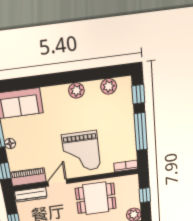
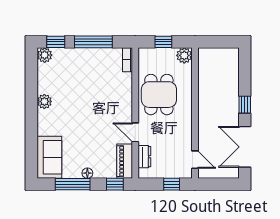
plant: (109, 86) -> (45, 55), moved
grand piano: (81, 152) -> (106, 104), removed
dresser: (31, 195) -> (144, 157), width x0.70

